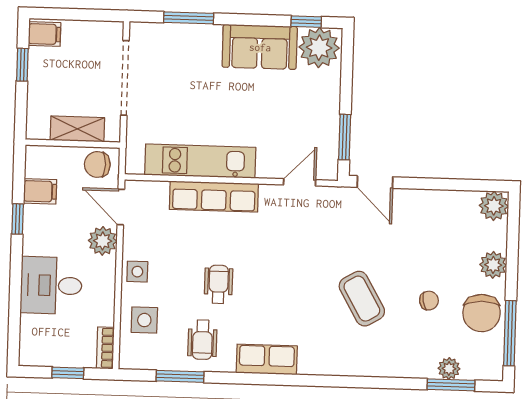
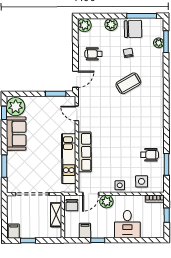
wheelchair: (218, 284) -> (94, 54), moved
row of seats: (267, 359) -> (157, 125), removed

